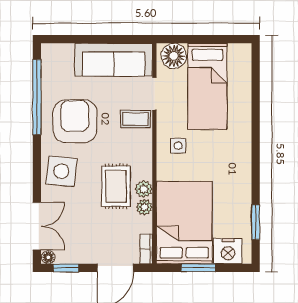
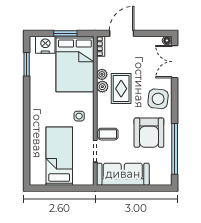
floor lamp: (174, 56) -> (82, 177), removed
window: (66, 268) -> (155, 33), removed

